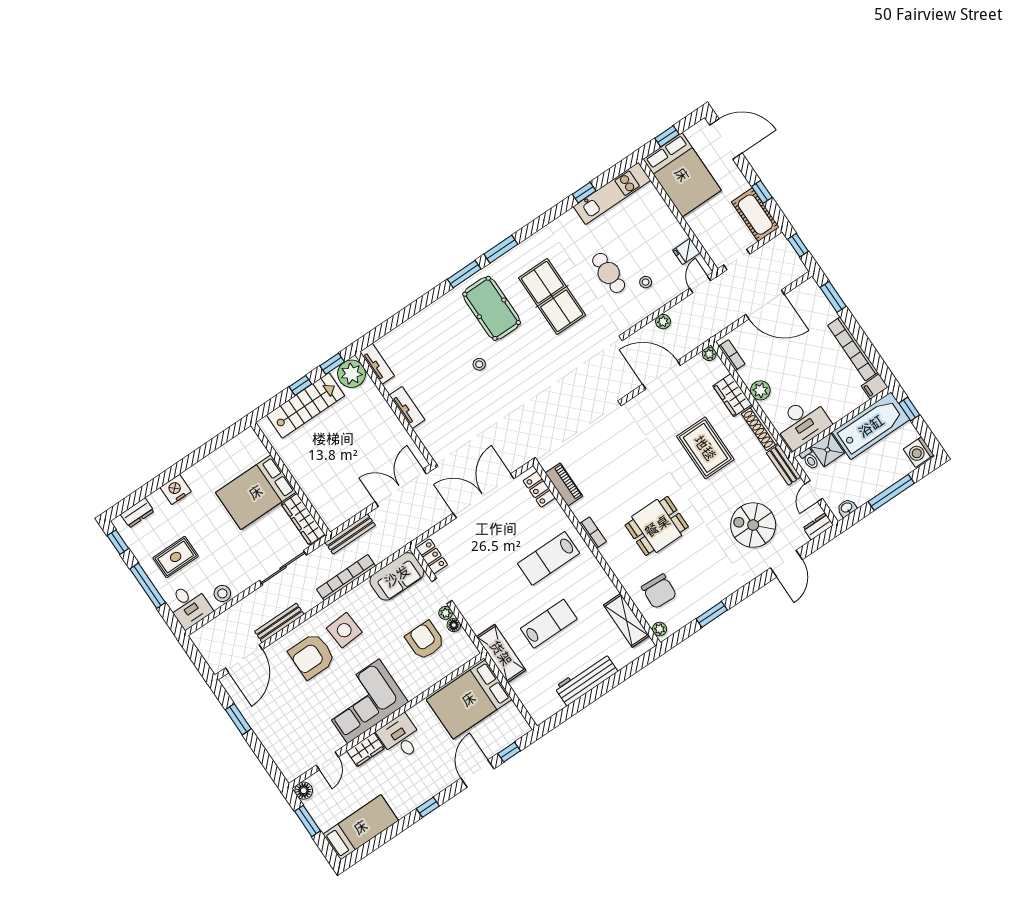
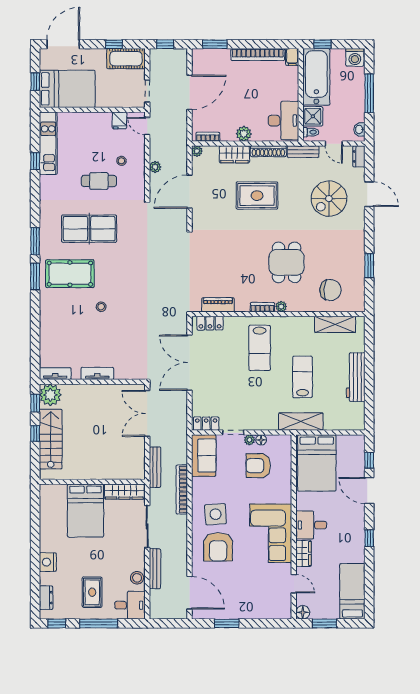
bench: (279, 623) -> (155, 569), moved
plant: (660, 629) -> (281, 306), moved

